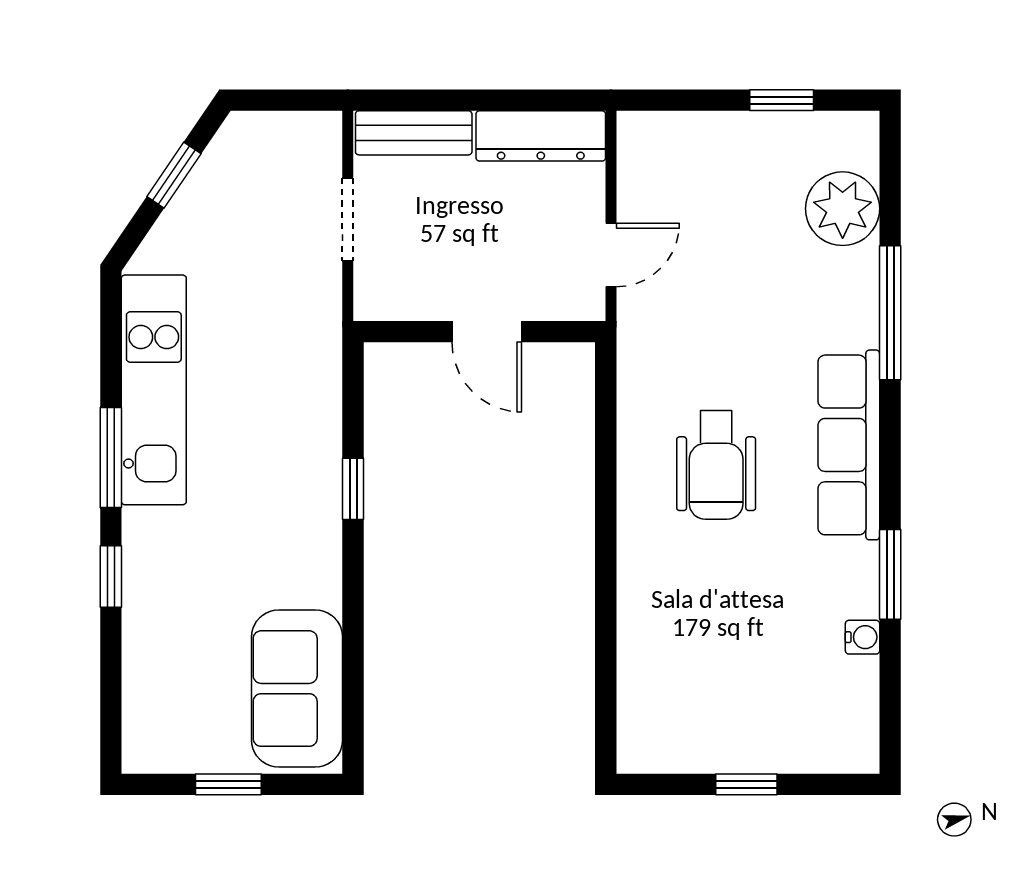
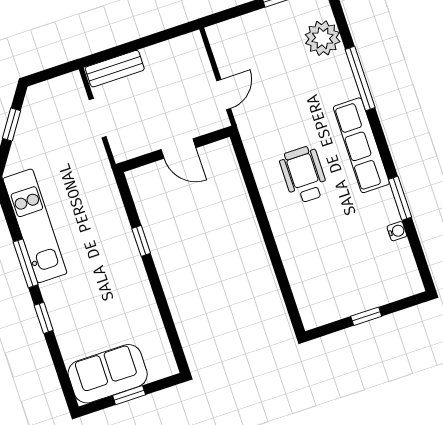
dresser: (541, 136) -> (173, 51), removed
wheelchair: (716, 465) -> (304, 175), turned 180
sofa: (297, 689) -> (108, 374), moved, turned 90

